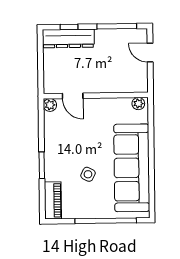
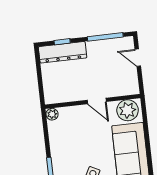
door: (73, 96) -> (97, 101), moved
plant: (138, 104) -> (128, 110), width x1.87, depth x1.87

